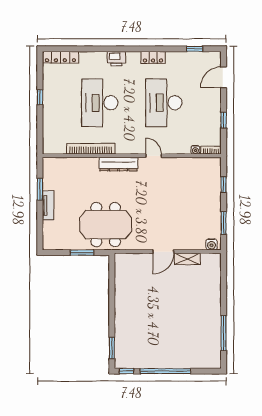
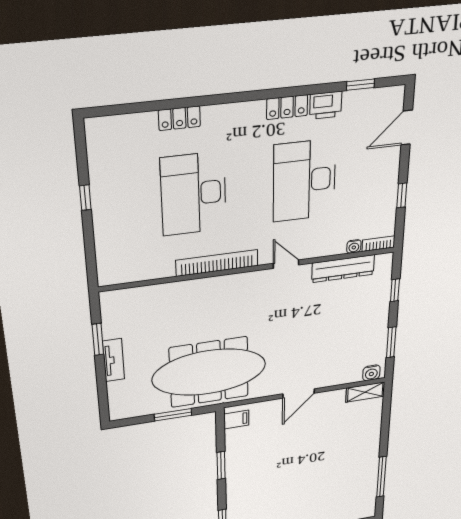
locker: (60, 57) -> (179, 118), moved, width x0.66
printer: (116, 59) -> (326, 105), moved
bookcase: (91, 149) -> (217, 263), moved
dresser: (119, 164) -> (343, 269), moved
meeting table: (106, 225) -> (209, 372), width x1.36
shelving: (187, 259) -> (365, 392), moved
filing cabinet: (122, 264) -> (236, 420), added
window: (112, 299) -> (221, 465), added

